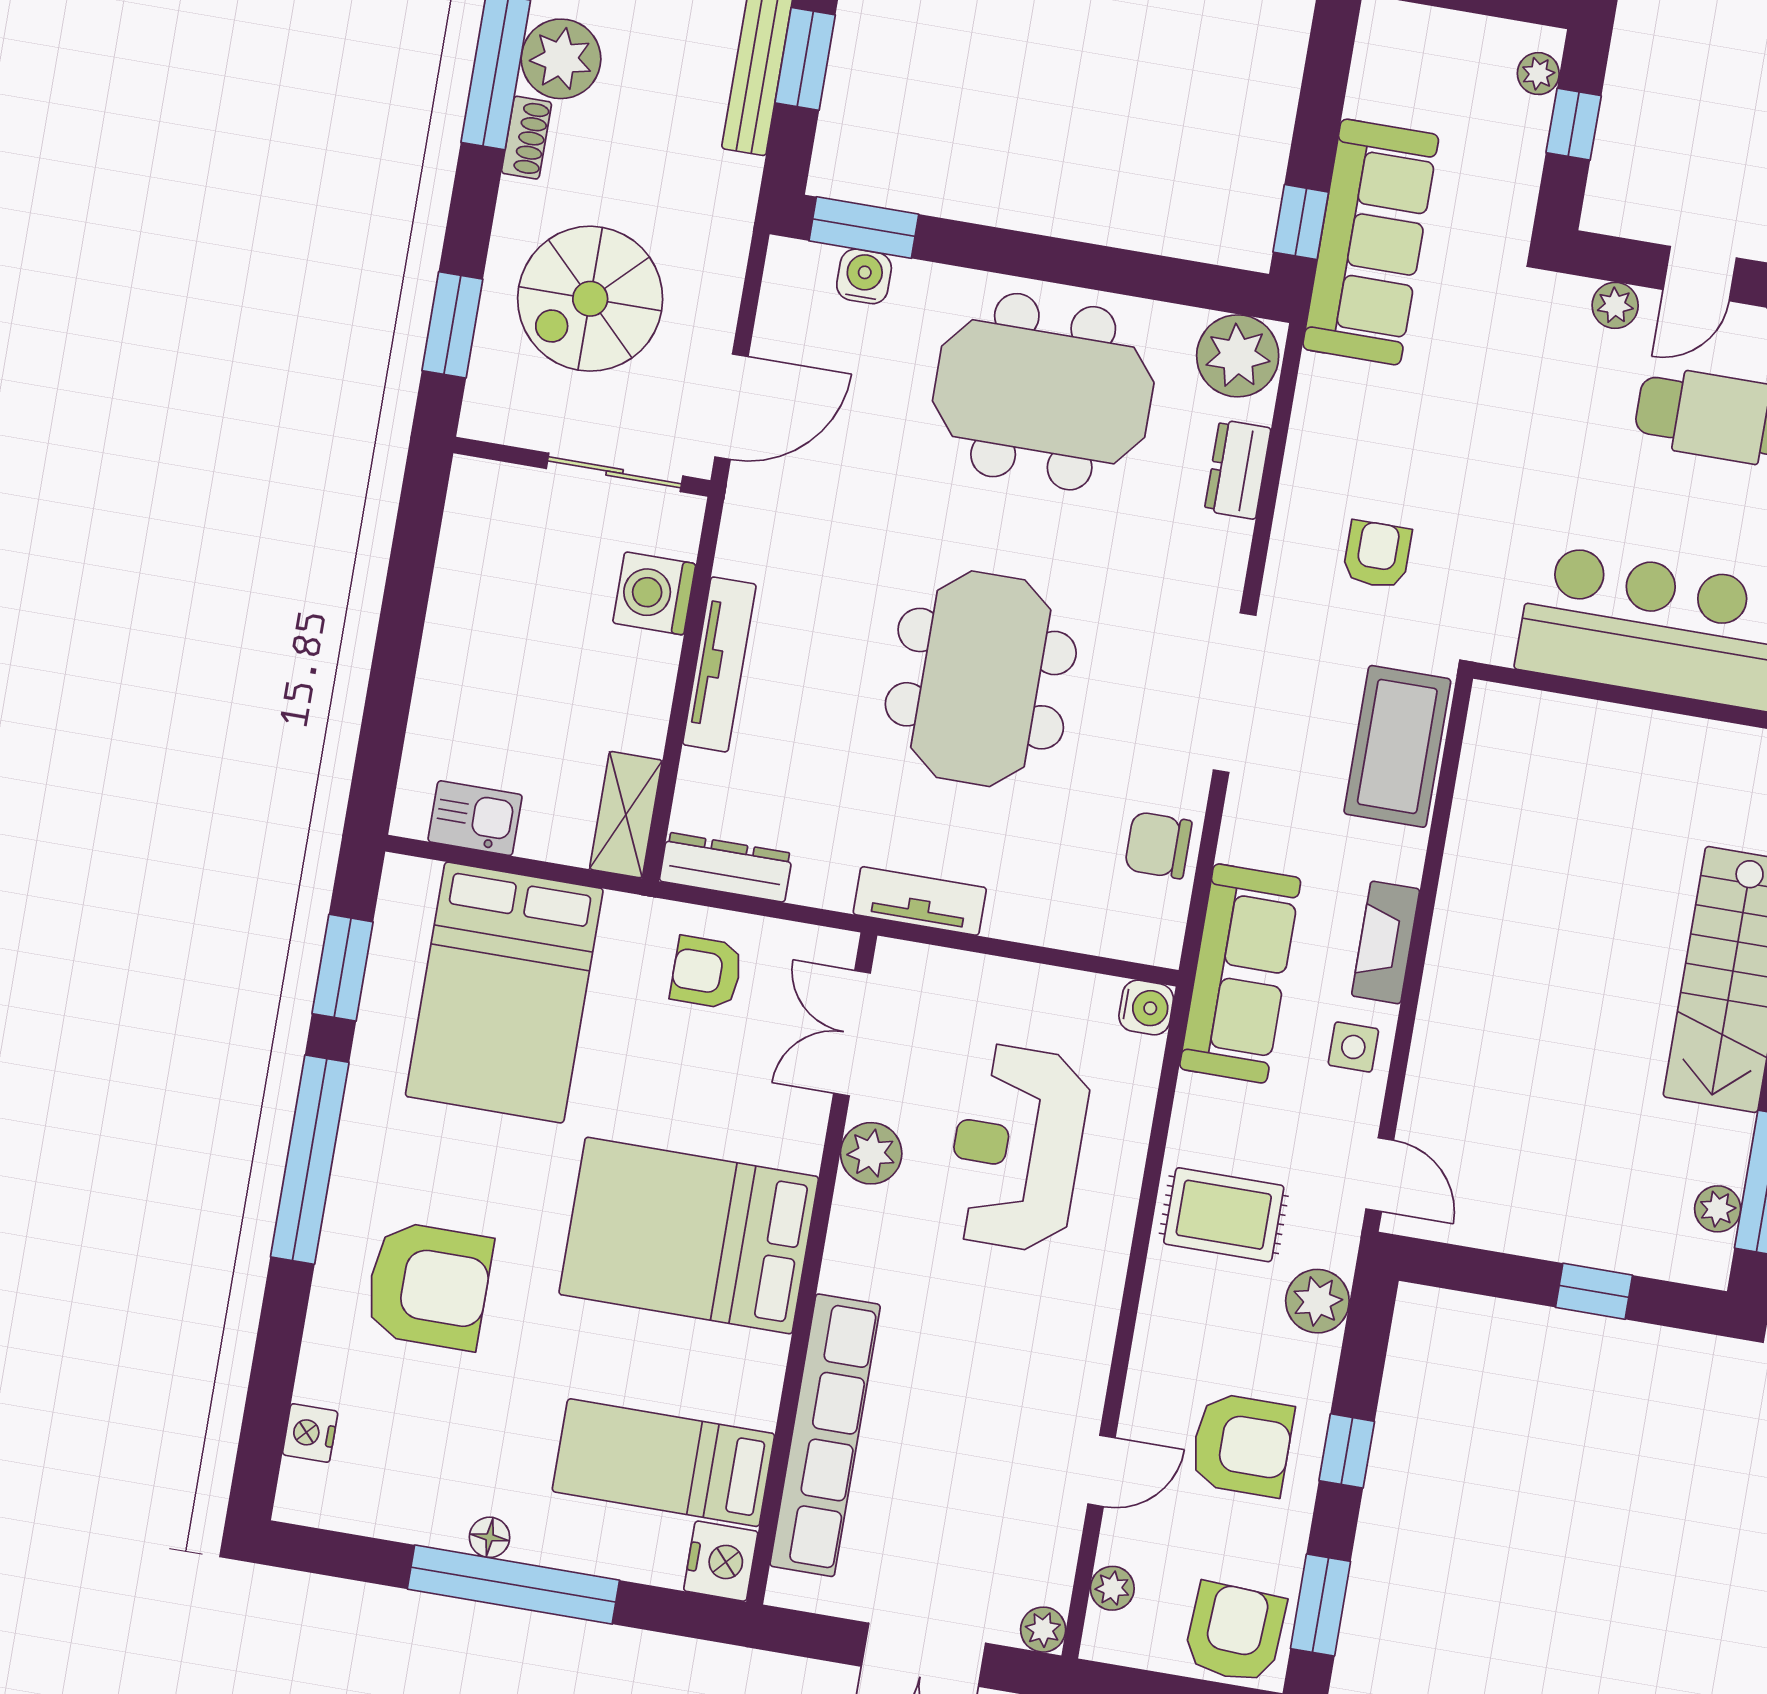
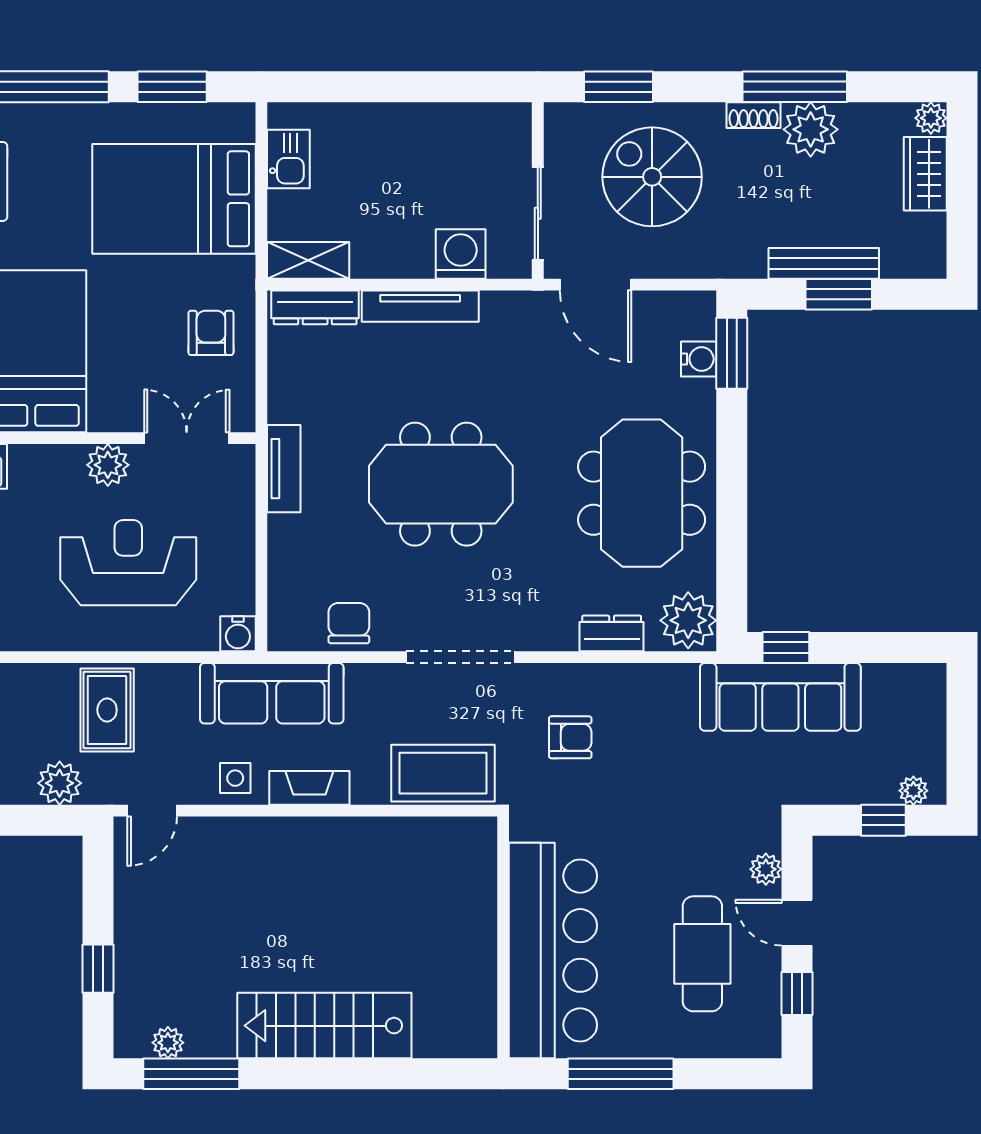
dresser: (726, 867) -> (315, 307), moved, turned 90

